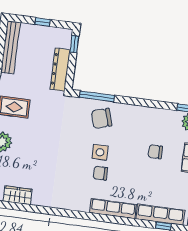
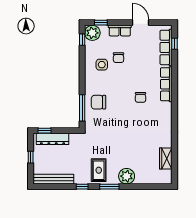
dresser: (60, 70) -> (53, 139), moved
chair: (102, 118) -> (98, 102), turned 107
side table: (100, 152) -> (102, 65), moved

